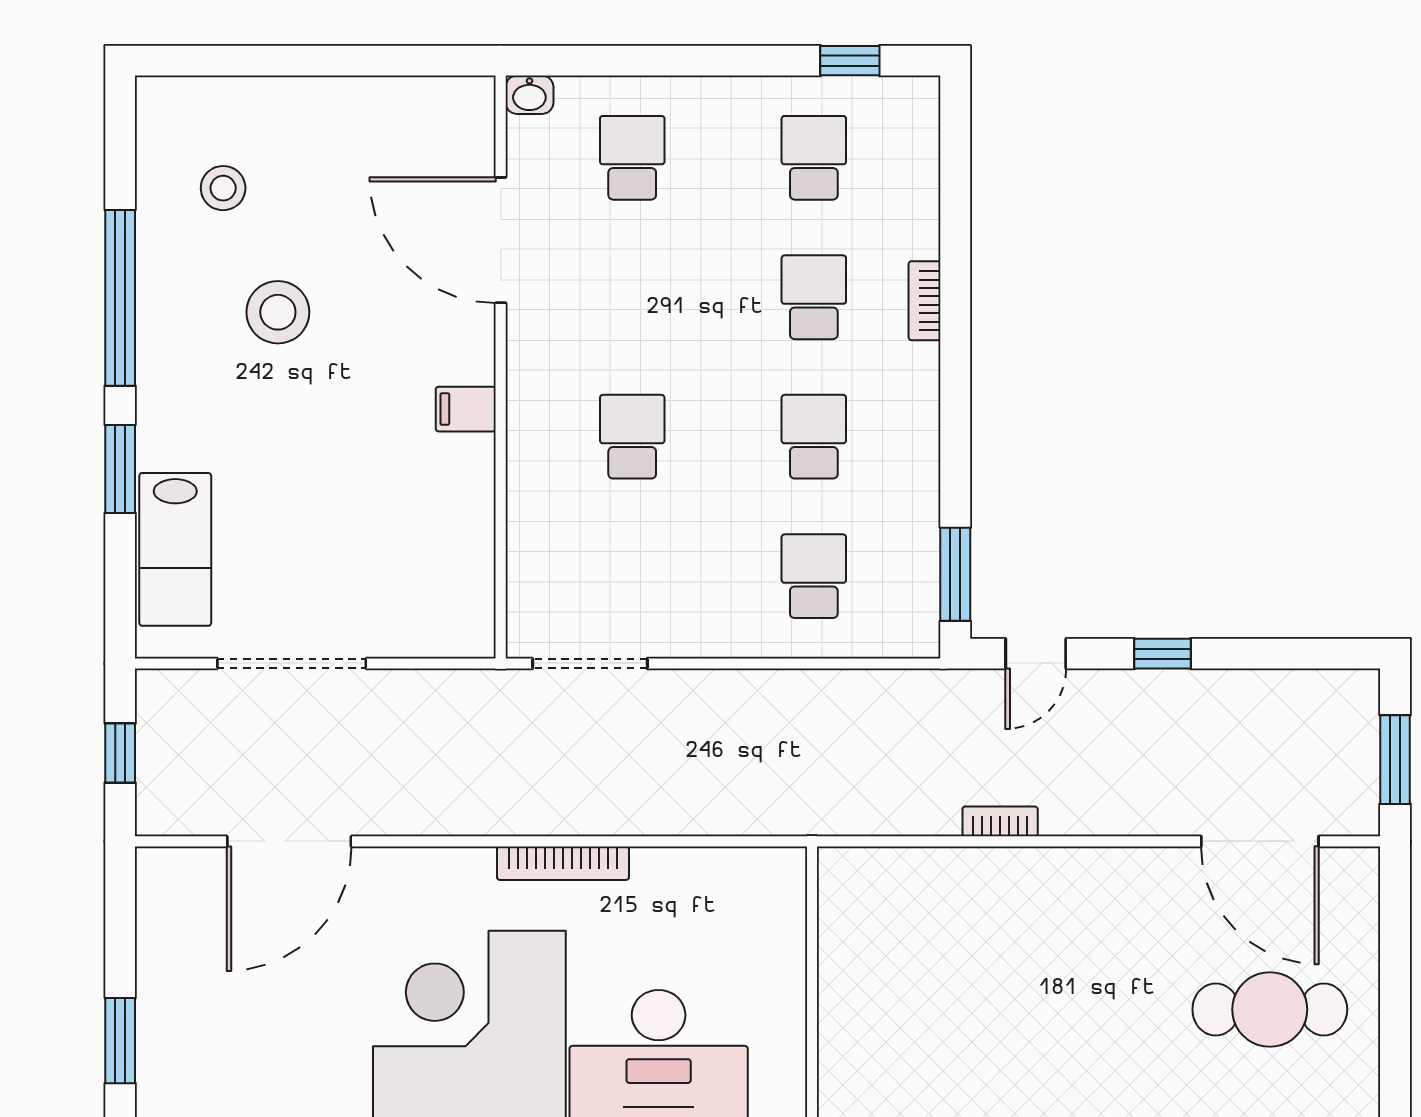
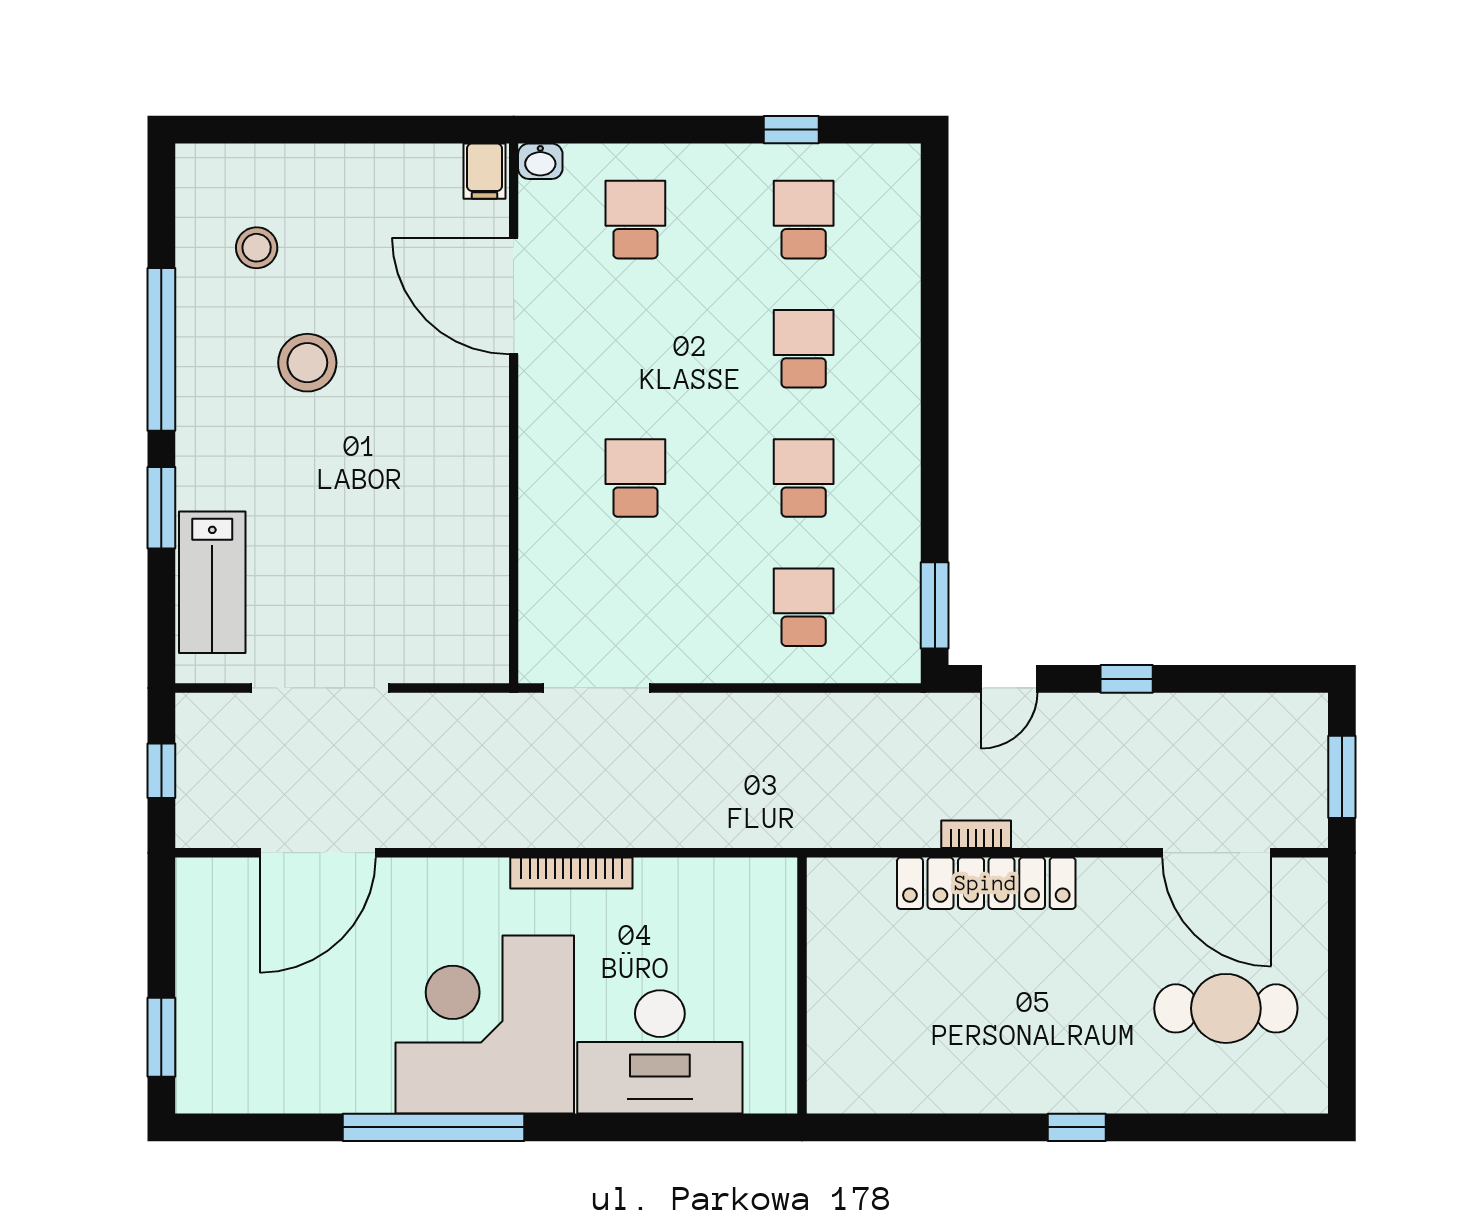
window: (850, 61) -> (791, 130), moved
bookcase: (925, 301) -> (906, 352), removed
filing cabinet: (466, 409) -> (485, 171), moved, turned -90
locker: (1011, 874) -> (986, 883), added

